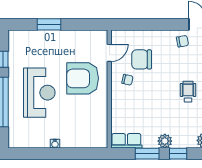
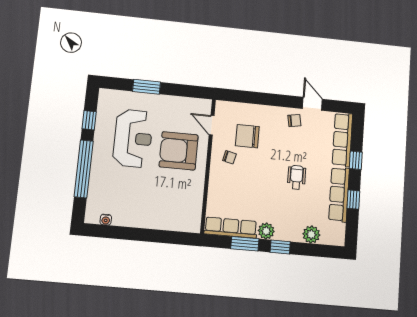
door: (109, 53) -> (212, 125), swing flipped
reception desk: (39, 93) -> (133, 138), moved
row of seats: (126, 141) -> (231, 228), width x1.48
water cooler: (55, 144) -> (106, 220), moved

